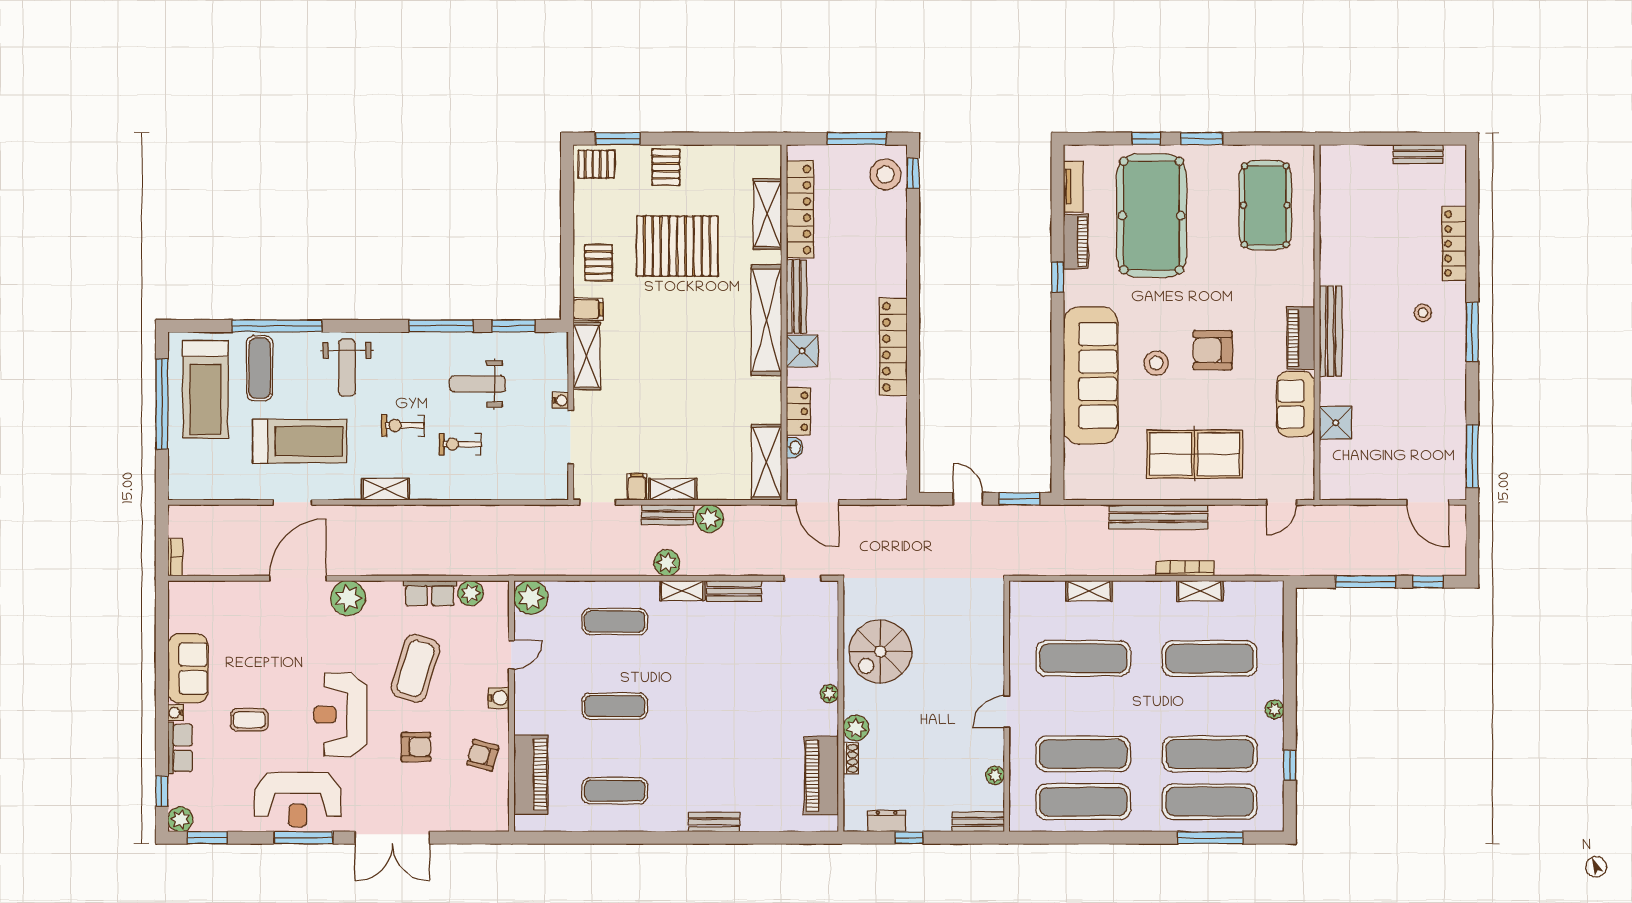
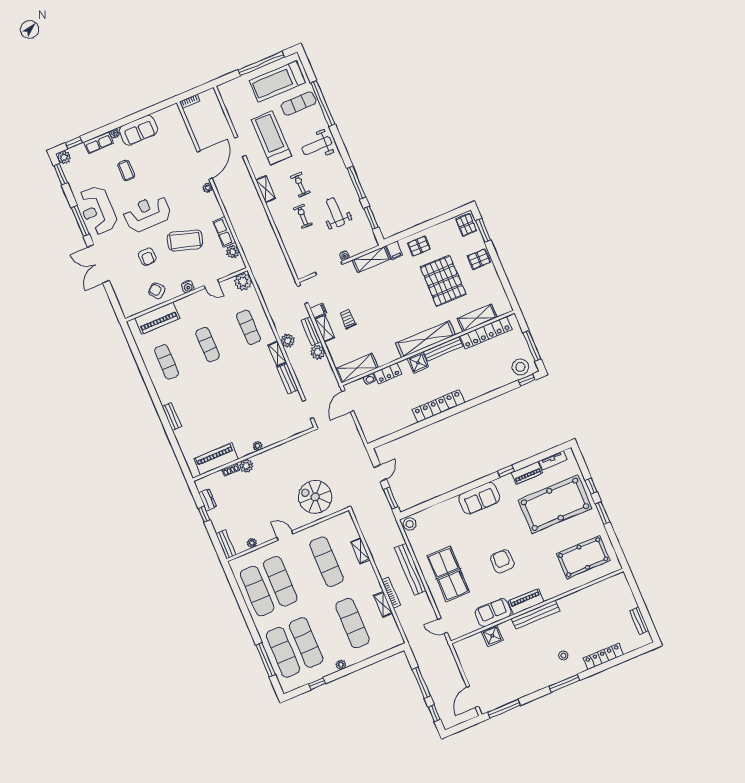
stool: (1156, 363) -> (410, 524), moved
sofa: (1091, 375) -> (479, 498), width x0.54, depth x0.79
treadmill: (300, 441) -> (271, 138), turned 180
trolley: (674, 442) -> (348, 319), added
door: (298, 578) -> (205, 165), hinge flipped
plant: (348, 598) -> (208, 188), width x0.53, depth x0.53
spiral stairs: (880, 651) -> (315, 497), moved
armchair: (483, 755) -> (157, 291), turned -55

